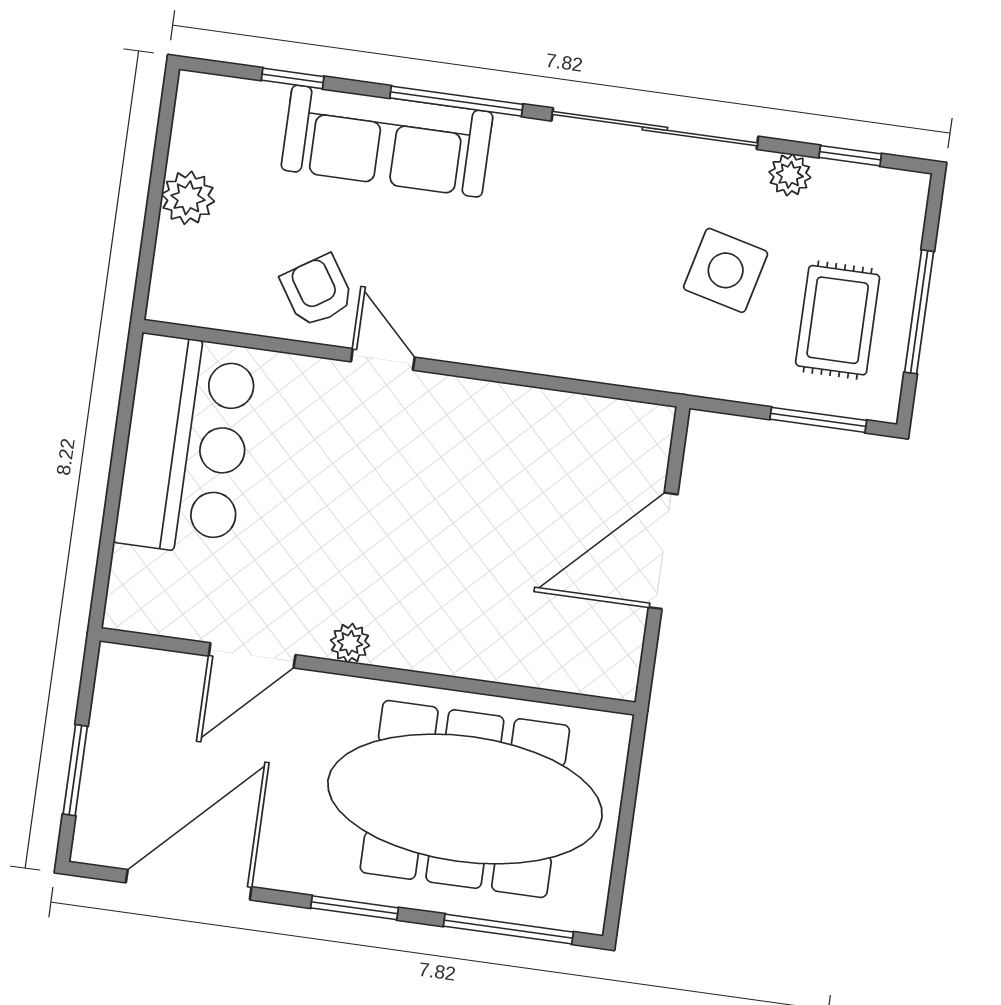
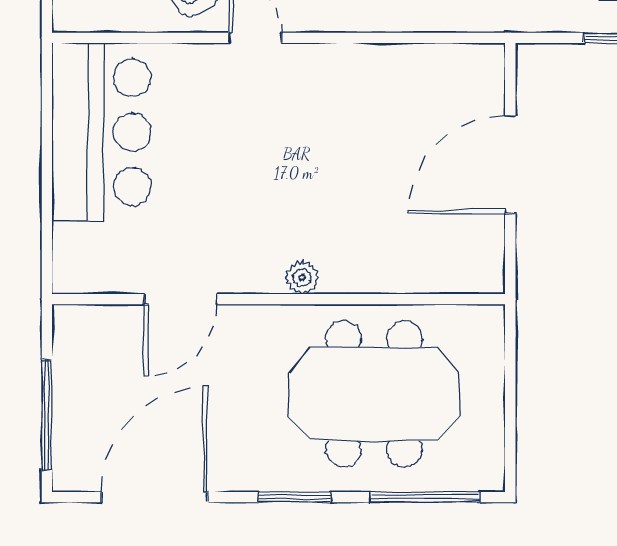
plant: (350, 643) -> (302, 277), moved
window: (75, 770) -> (47, 415), width x1.44
meeting table: (465, 799) -> (374, 394), width x0.73

